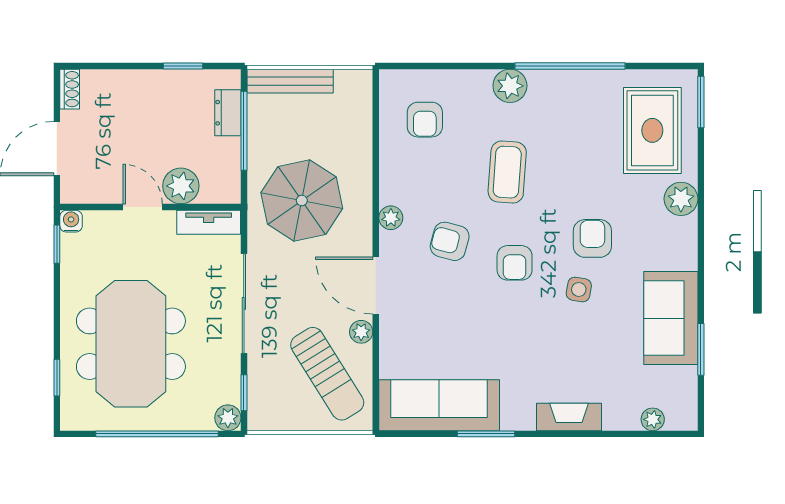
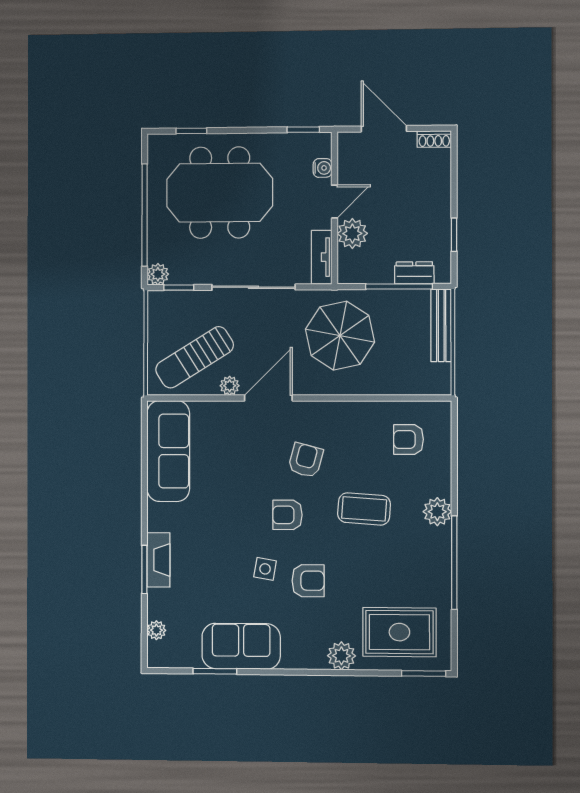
plant: (391, 218) -> (325, 411), removed
water cooler: (71, 221) -> (323, 168), moved
window: (486, 434) -> (144, 569), moved

